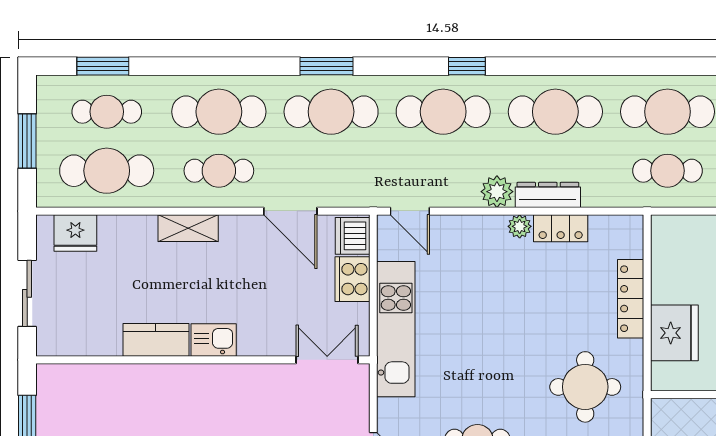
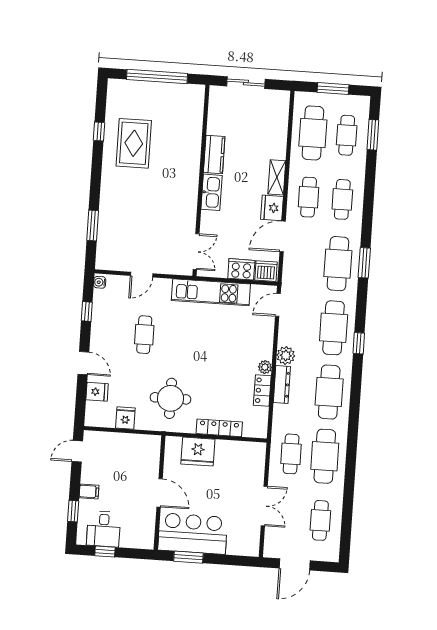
cafe table: (219, 112) -> (342, 199), width x0.73, depth x0.74
fridge: (75, 233) -> (272, 208), moved
kitchen sink: (214, 340) -> (212, 192), width x1.38

